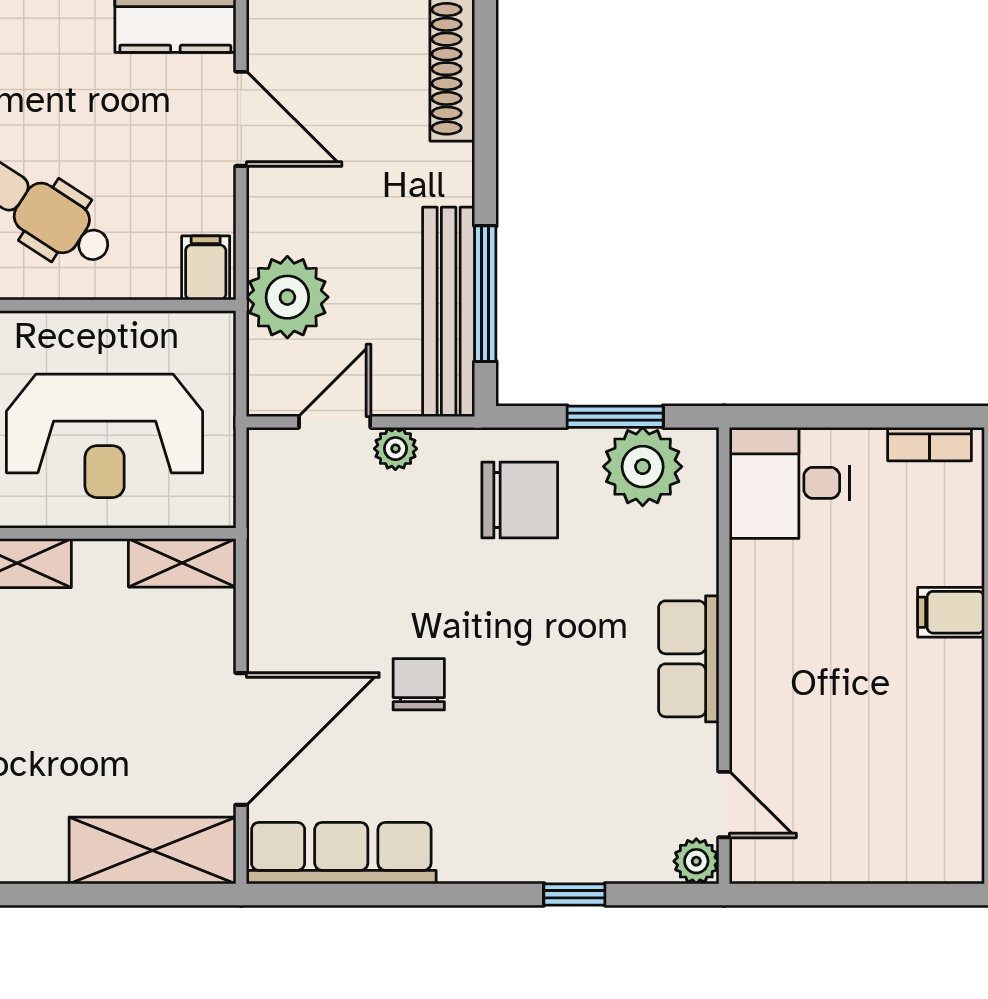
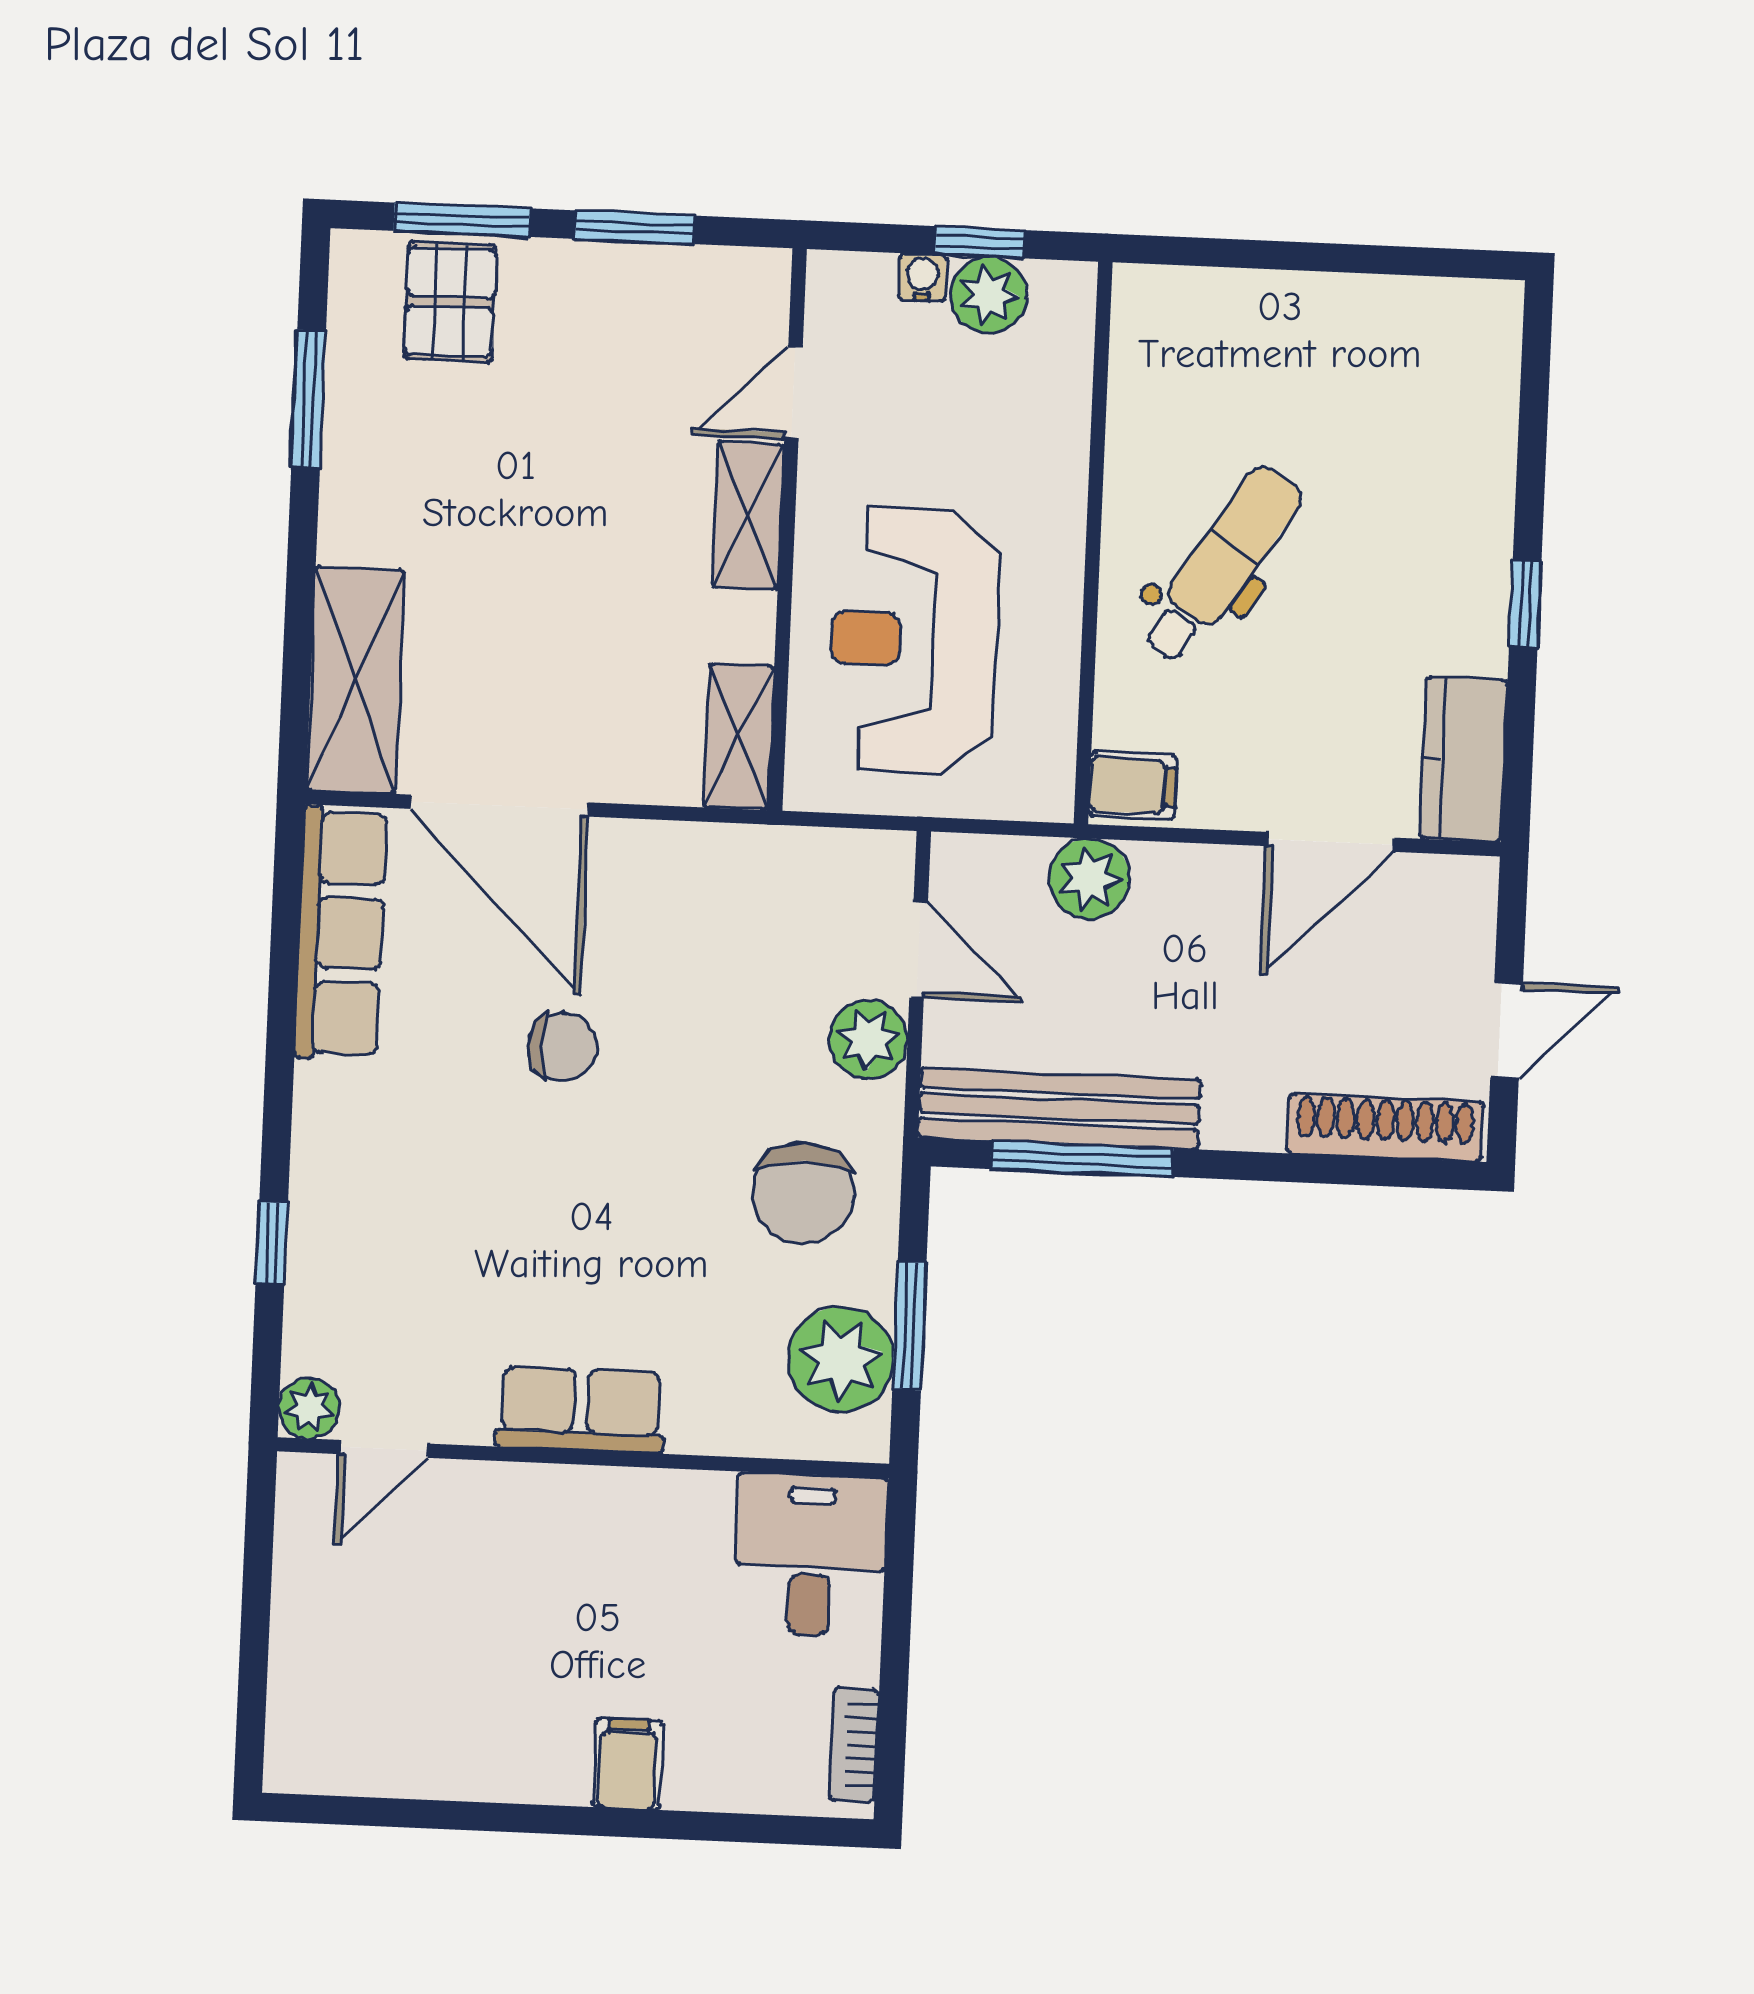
plant: (287, 297) -> (1089, 879), width x0.73, depth x0.73
plant: (395, 449) -> (868, 1040), width x1.38, depth x1.38

